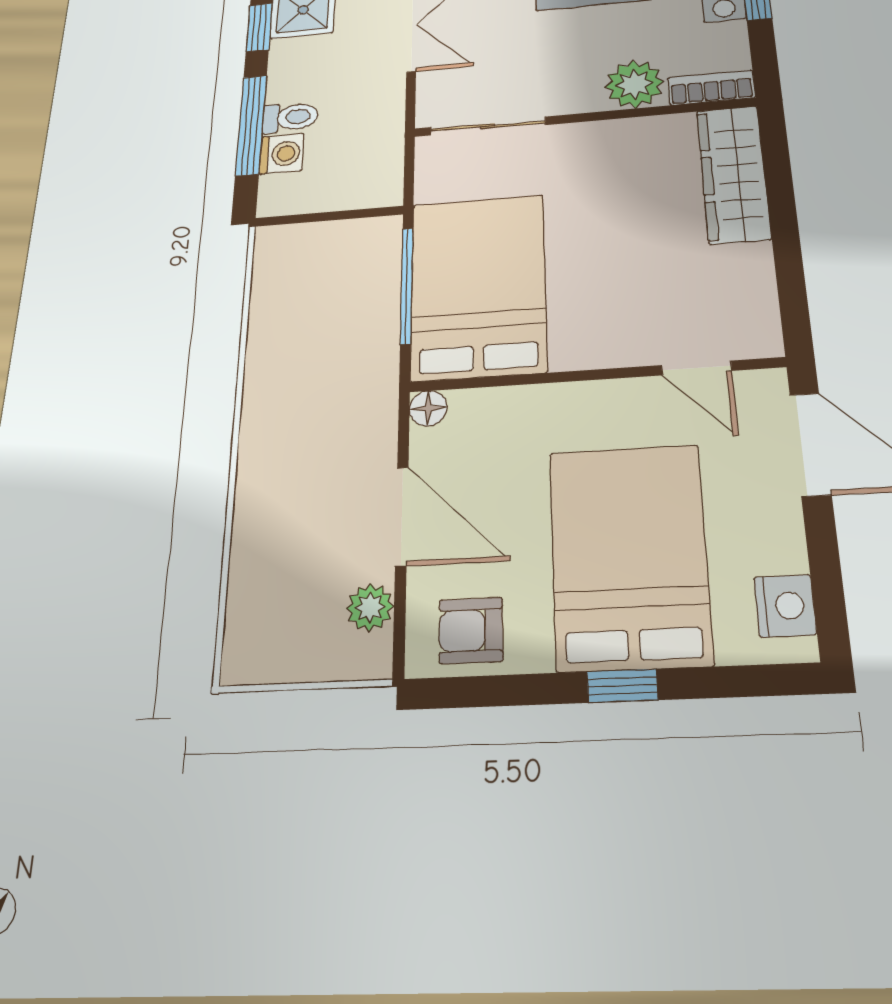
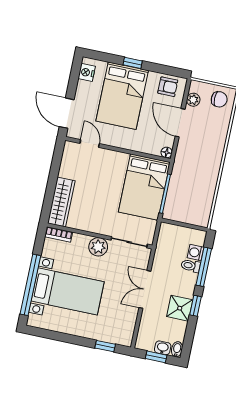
plant: (634, 84) -> (98, 247), moved
chair: (278, 633) -> (219, 99), added

